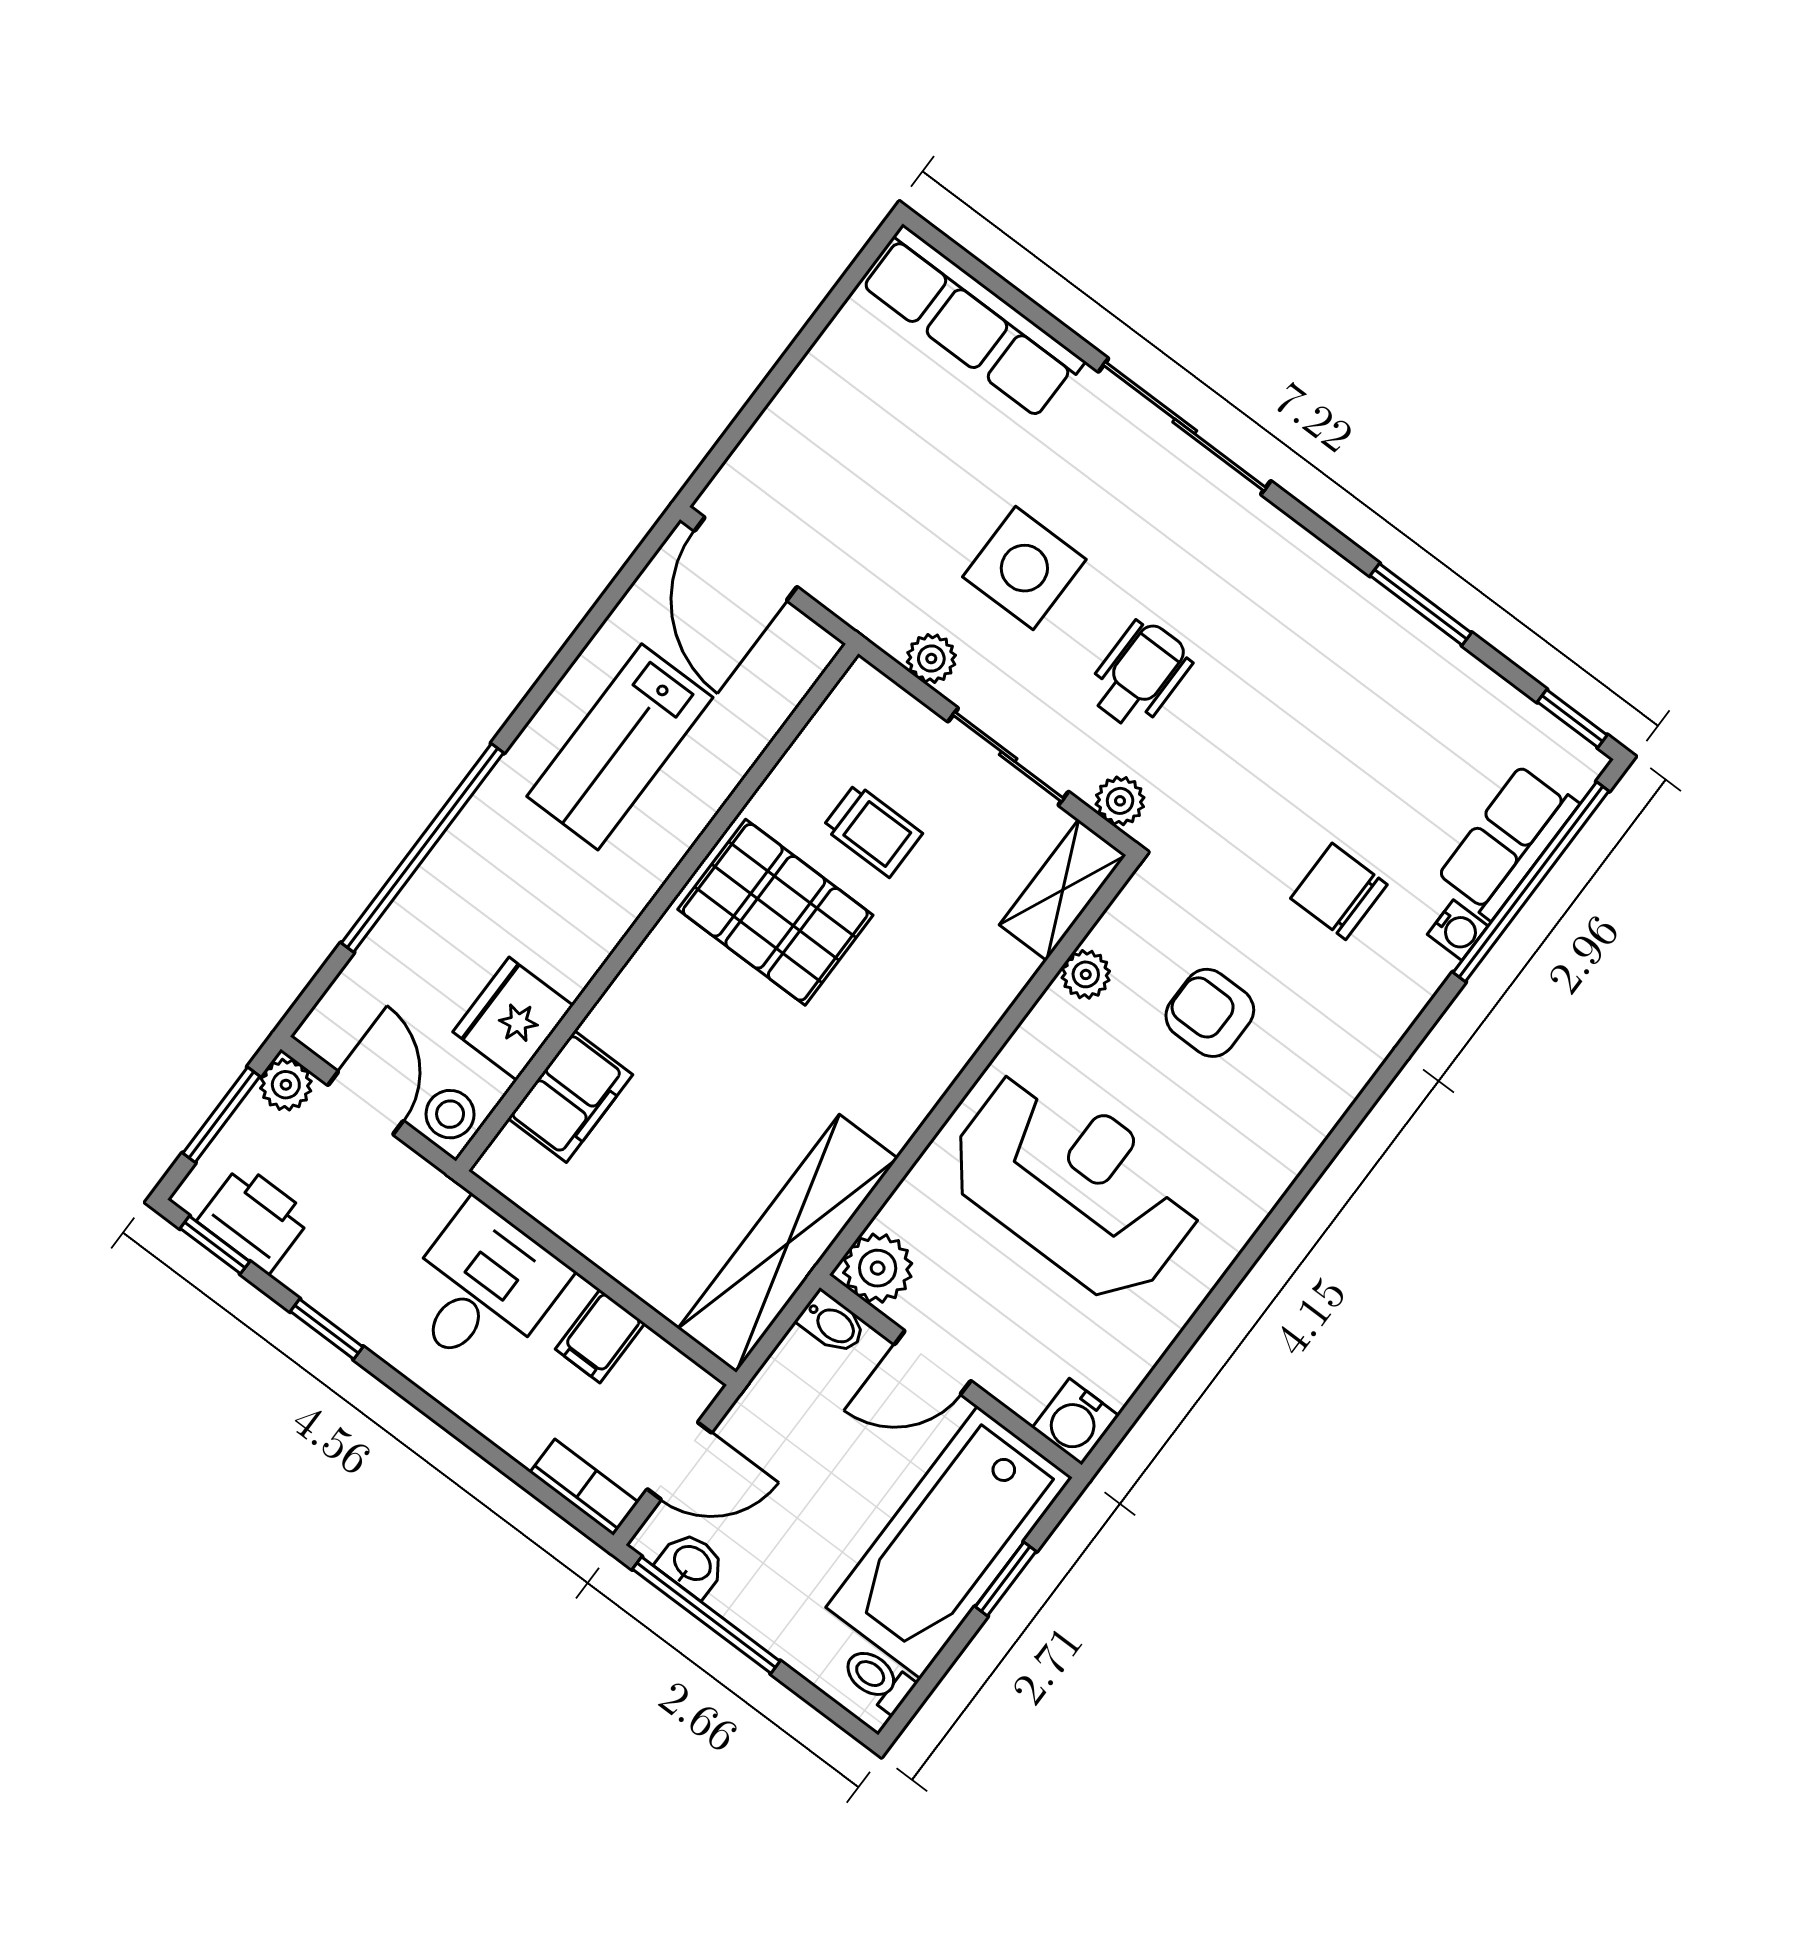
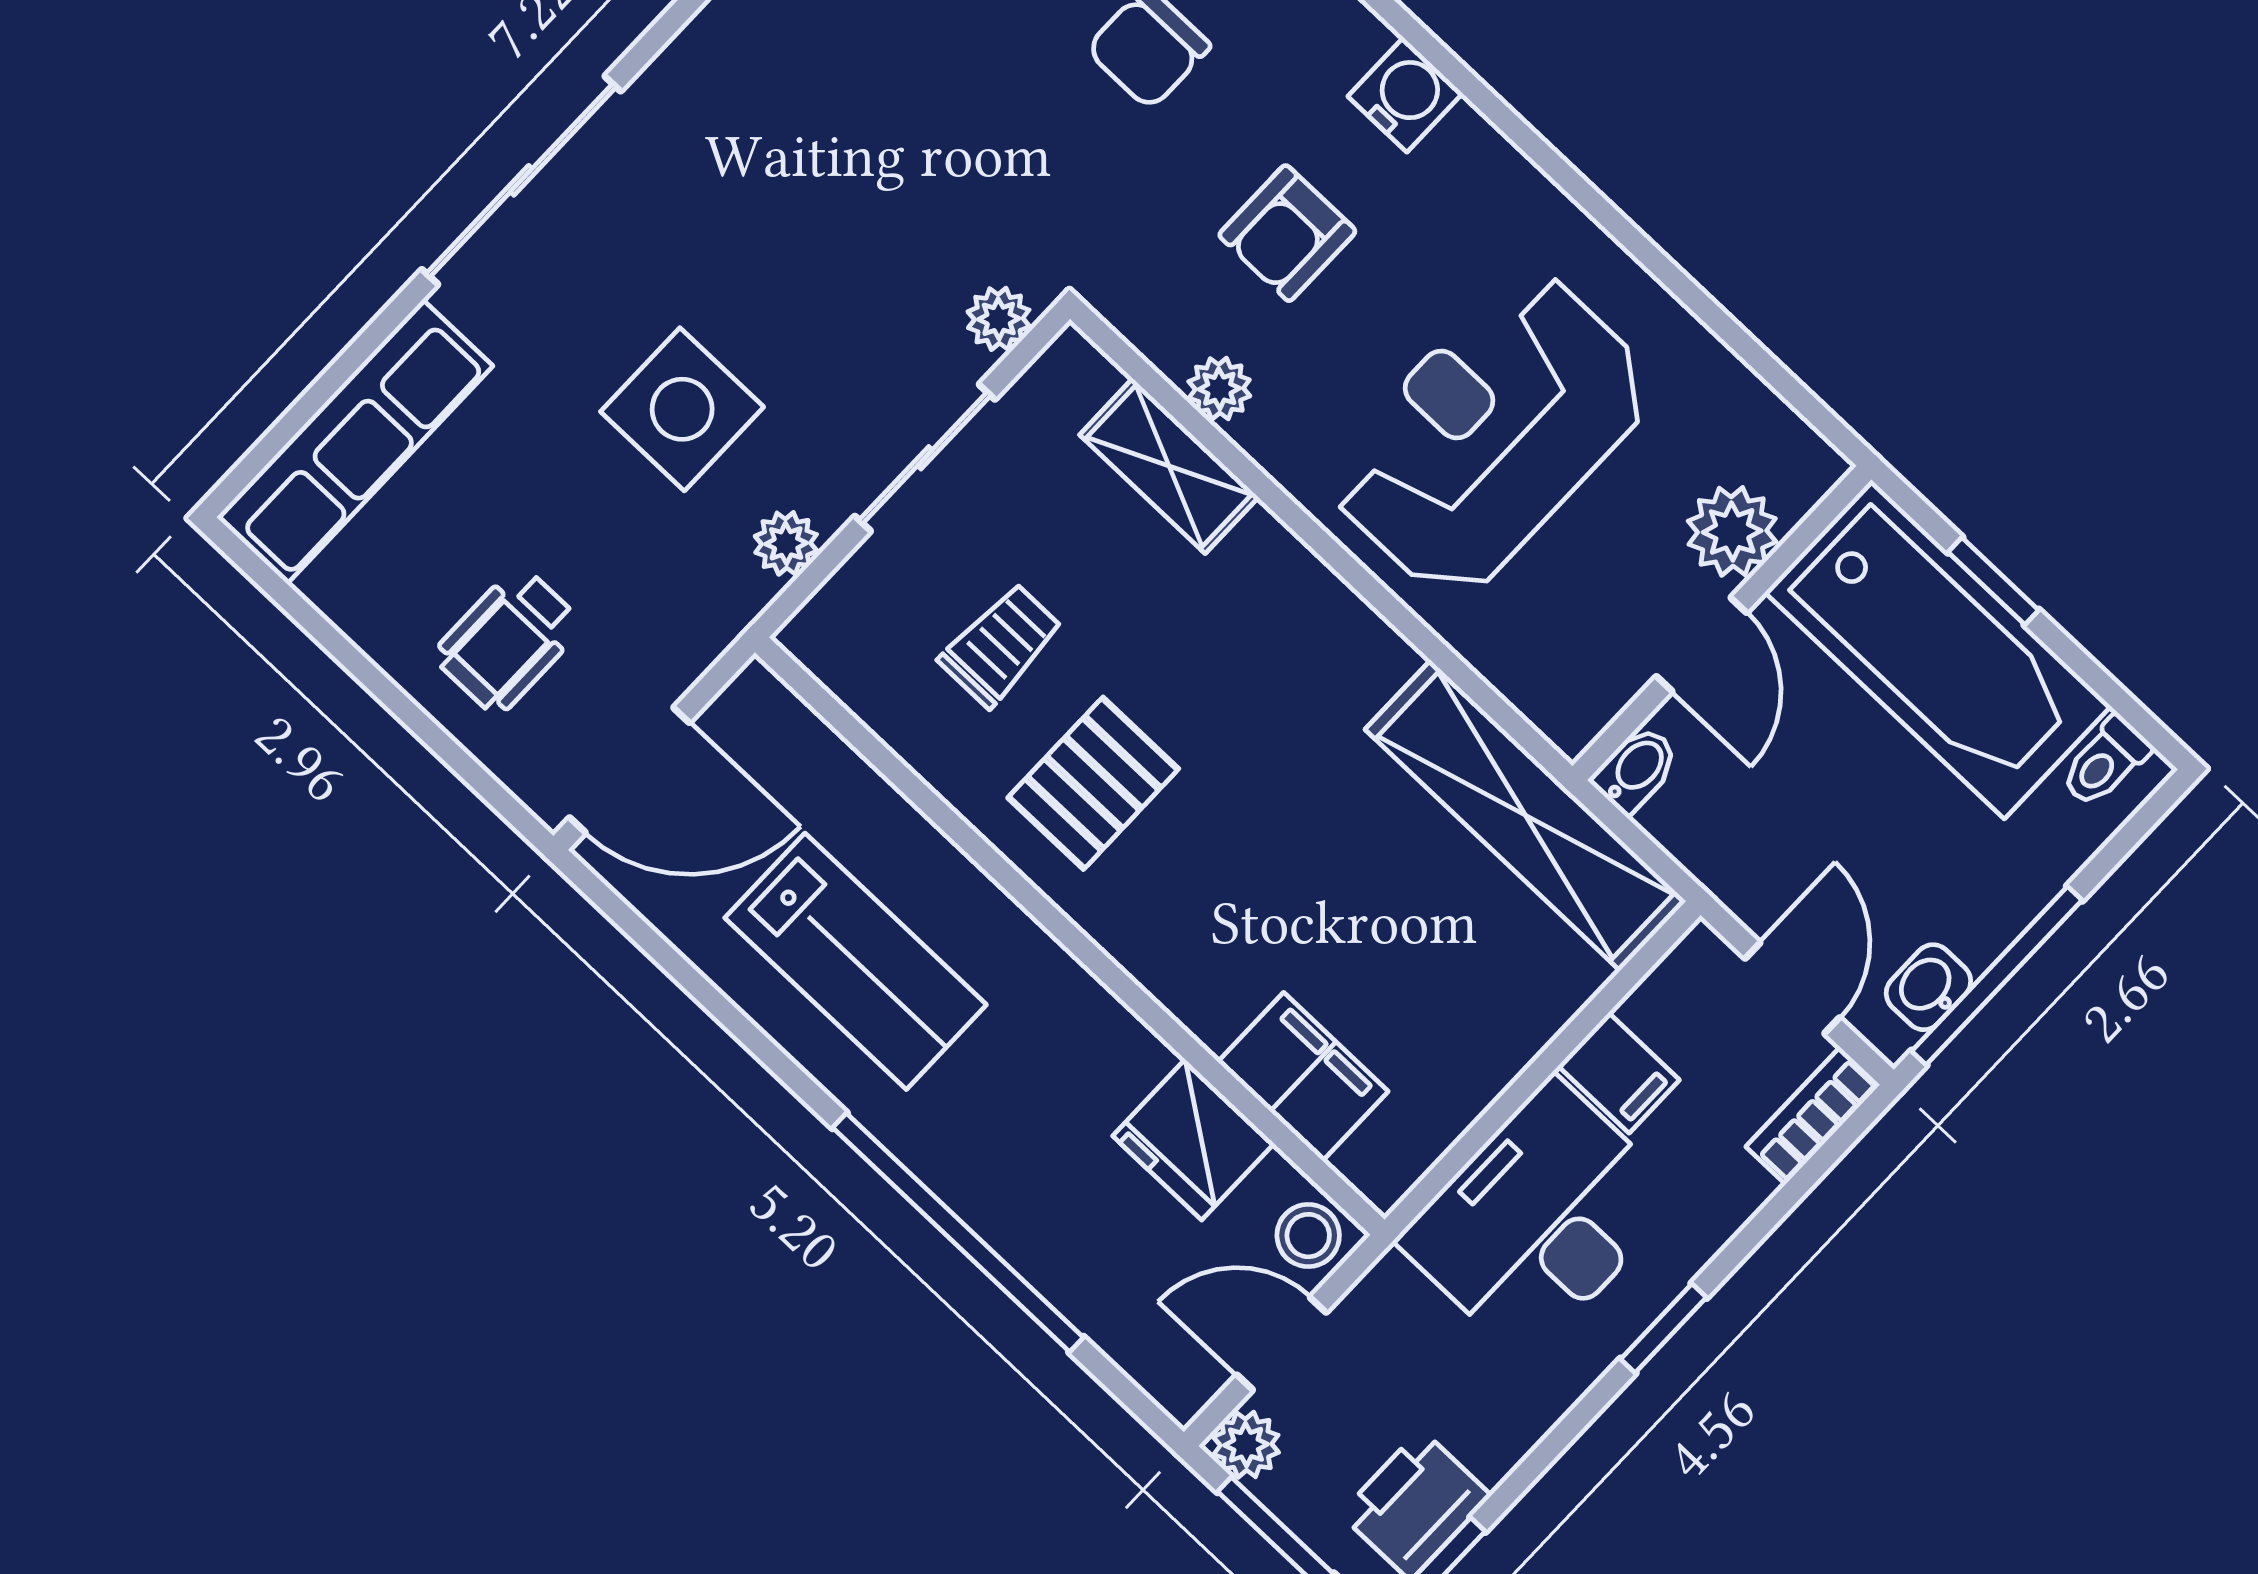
wheelchair: (1139, 675) -> (508, 640), moved, turned -90
shelving: (1063, 890) -> (1169, 466), moved
pallet: (775, 912) -> (1093, 783), width x0.67, depth x0.71
plant: (878, 1268) -> (1732, 531), moved
desk: (482, 1289) -> (1540, 1219), width x1.37
window: (327, 1329) -> (1663, 1328), moved
water cooler: (1076, 1422) -> (1405, 95), moved, turned -90

